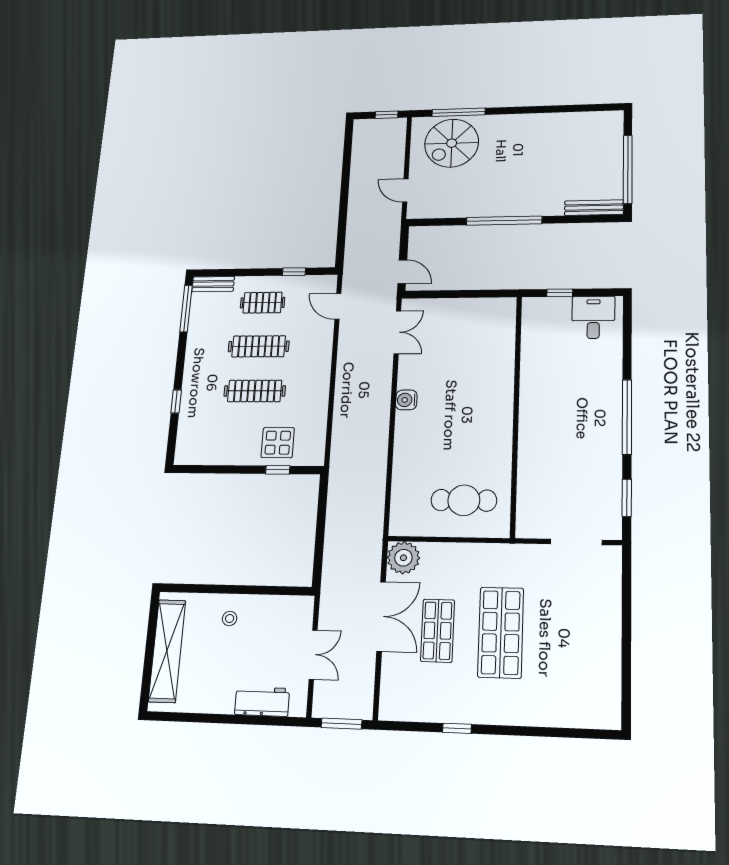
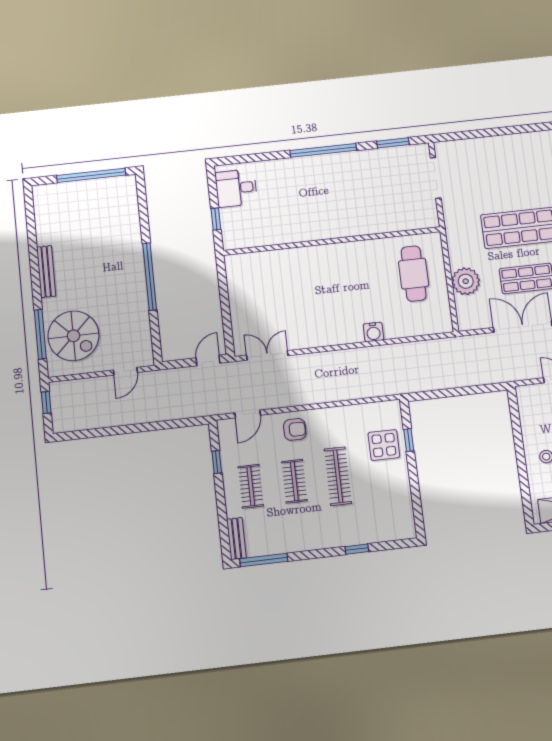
bench: (594, 208) -> (46, 272), moved
clothes rail: (259, 346) -> (294, 481), width x0.73
armchair: (312, 352) -> (295, 429), added
water cooler: (406, 400) -> (373, 332), moved
plant: (403, 558) -> (466, 281), moved

